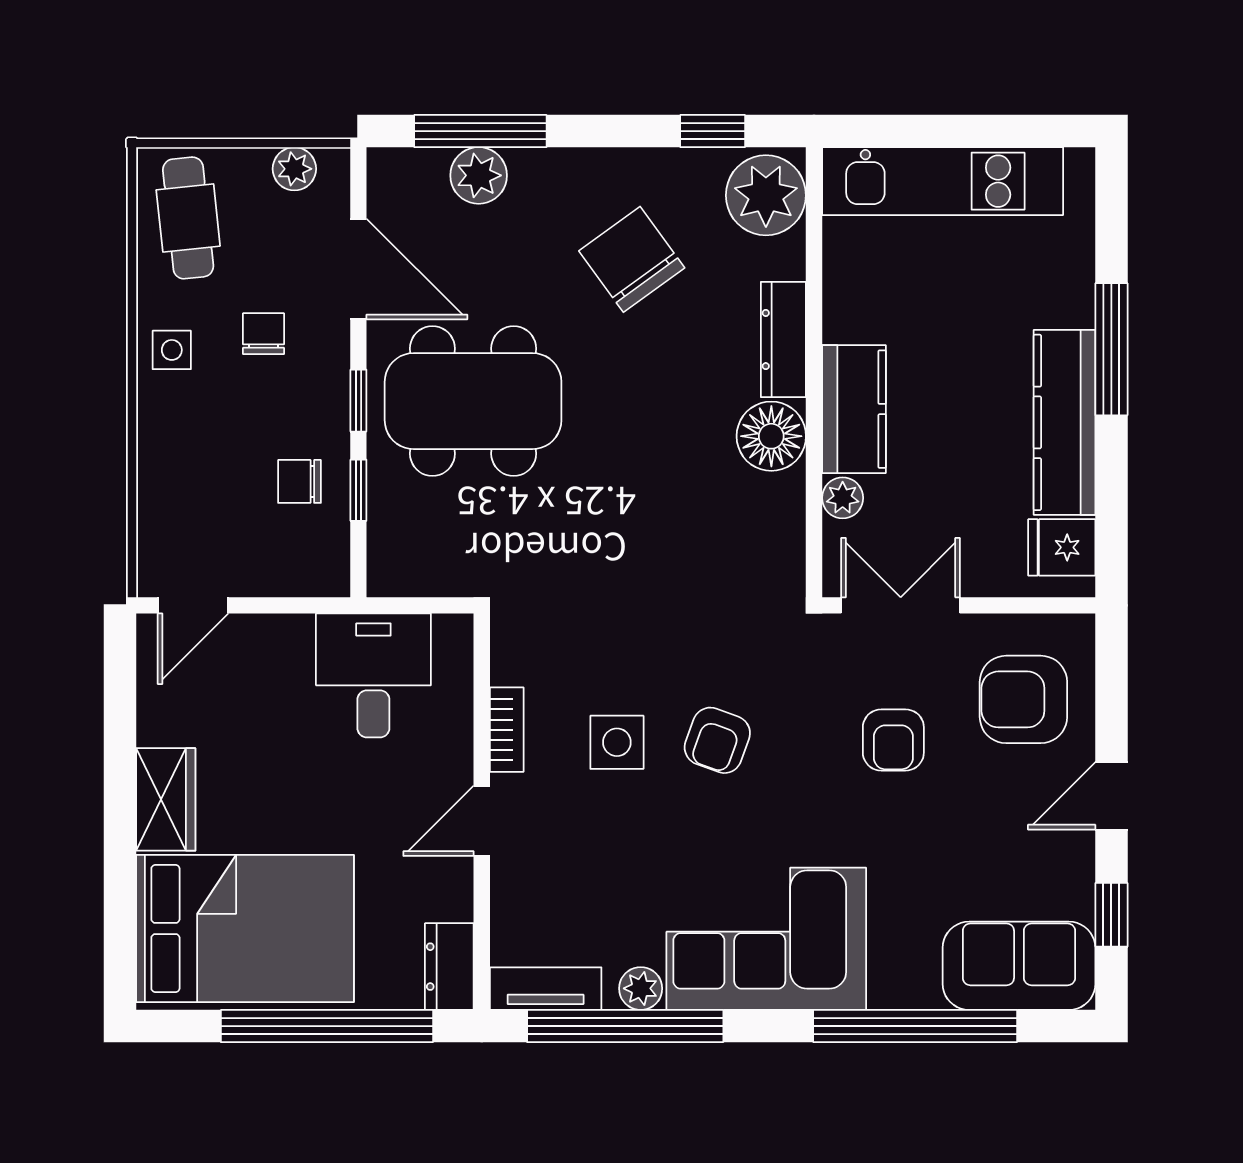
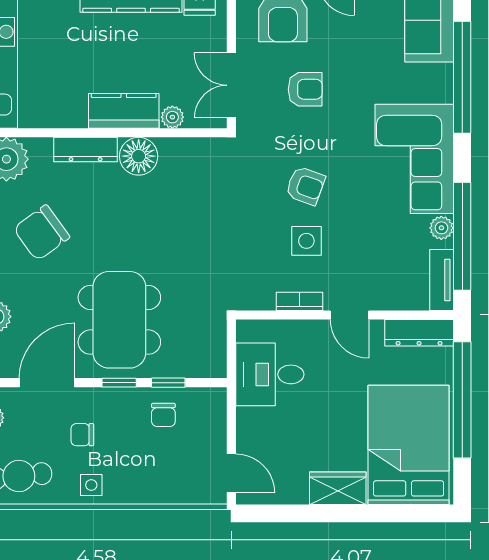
dresser: (449, 967) -> (419, 333), width x1.44

